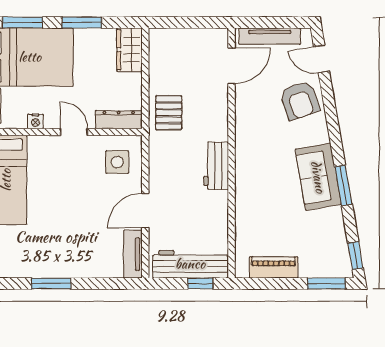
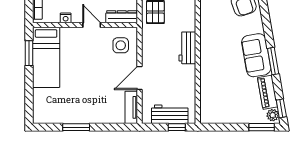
workbench: (190, 264) -> (170, 114), width x0.73
plant: (343, 266) -> (273, 115), added
piano: (274, 267) -> (268, 92), moved, turned -100

